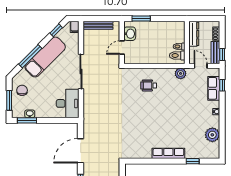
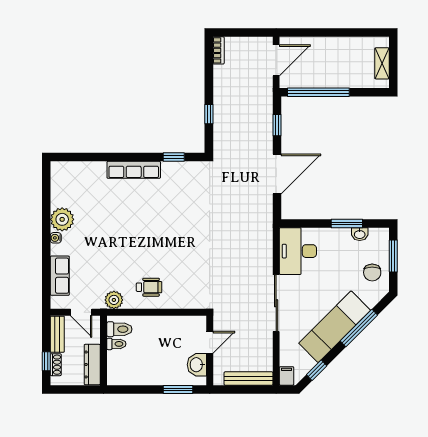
window: (222, 55) -> (46, 361), moved
wheelchair: (149, 85) -> (149, 287), moved
window: (222, 85) -> (46, 281), removed
window: (27, 120) -> (347, 223), moved
plant: (212, 135) -> (62, 219), moved
window: (193, 161) -> (174, 157), moved

